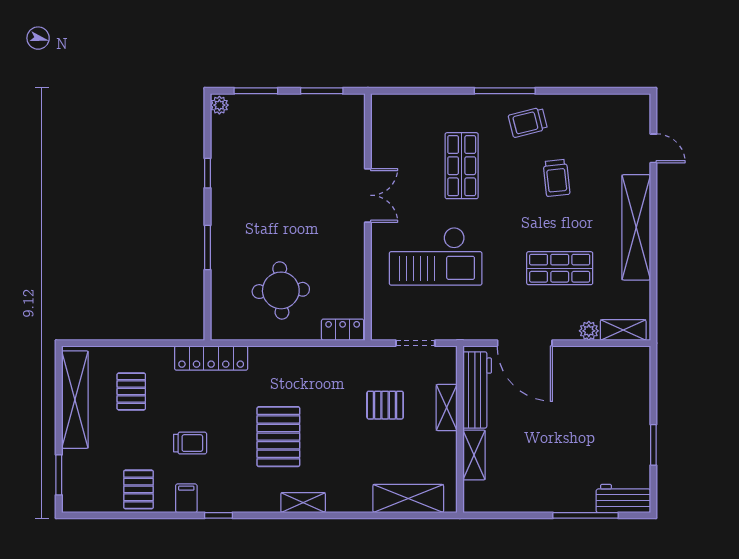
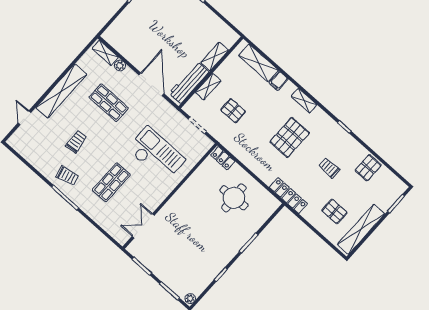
double door: (368, 195) -> (143, 226), moved
pallet: (131, 391) -> (334, 212), turned 90
filing cabinet: (186, 498) -> (278, 81), moved

